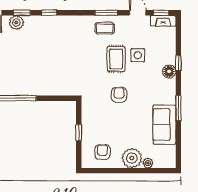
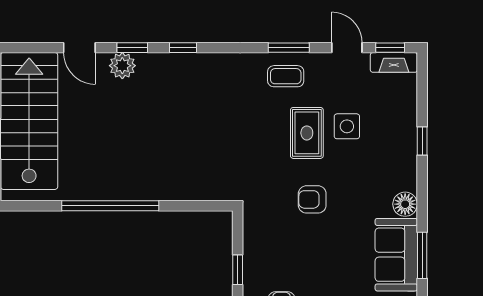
floor lamp: (169, 71) -> (405, 204), moved
armchair: (119, 95) -> (312, 199), turned -90
window: (178, 108) -> (422, 255), moved

